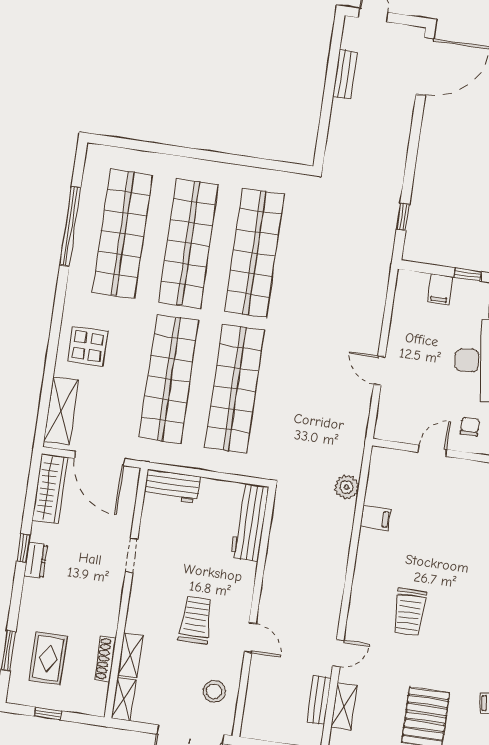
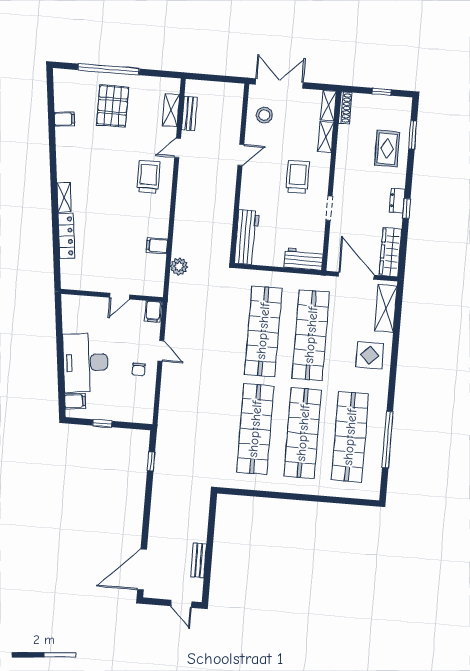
filing cabinet: (440, 289) -> (153, 312), moved, turned 180
chair: (470, 426) -> (139, 369), moved
trolley: (409, 612) -> (148, 177), moved
trolley: (196, 620) -> (298, 177), moved, turned 180
door: (250, 638) -> (241, 155), swing flipped
rug: (48, 658) -> (387, 149), moved
shoe rack: (105, 659) -> (345, 108), moved

